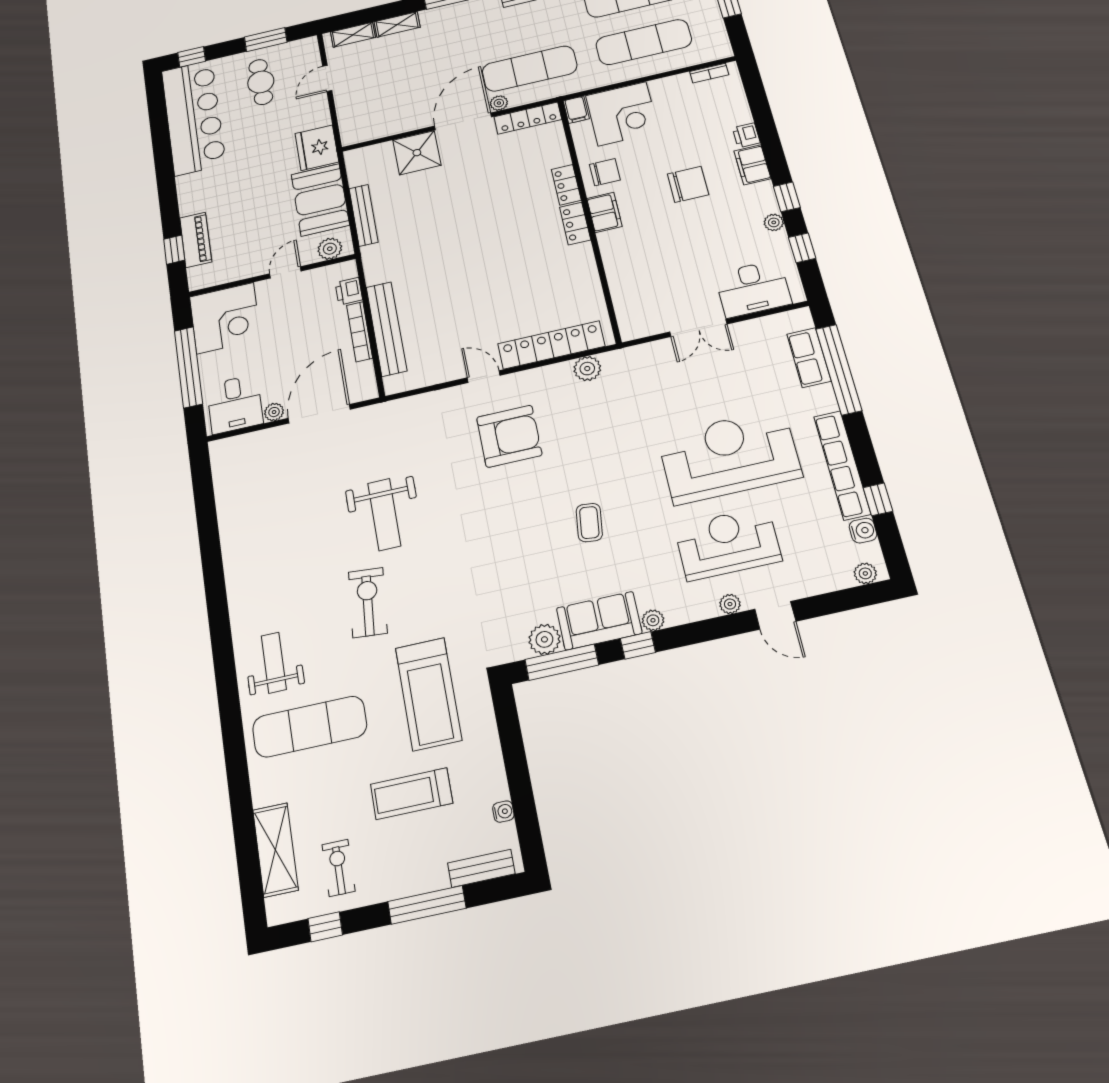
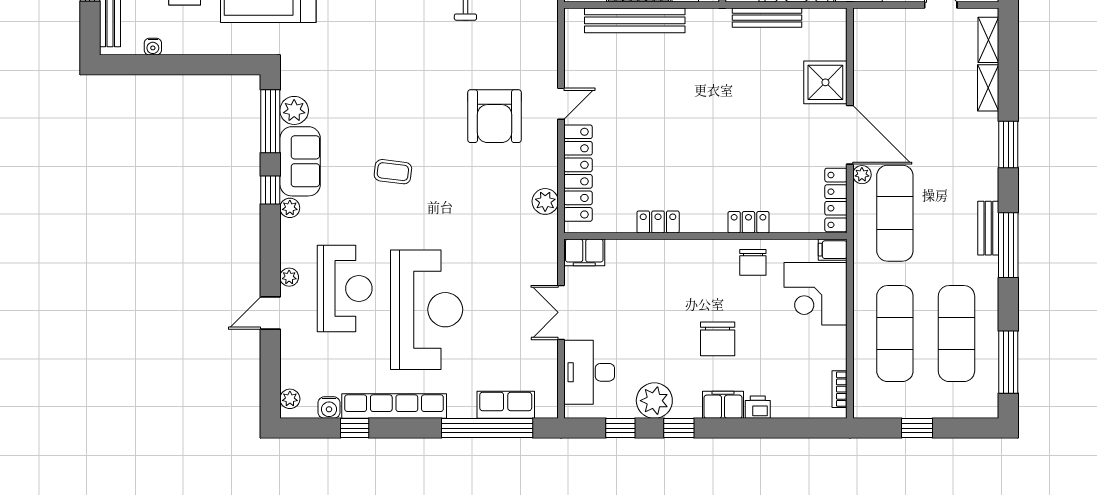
filing cabinet: (604, 212) -> (584, 252), moved
plant: (774, 222) -> (654, 401), width x1.88, depth x1.88
locker: (575, 223) -> (658, 222), moved

